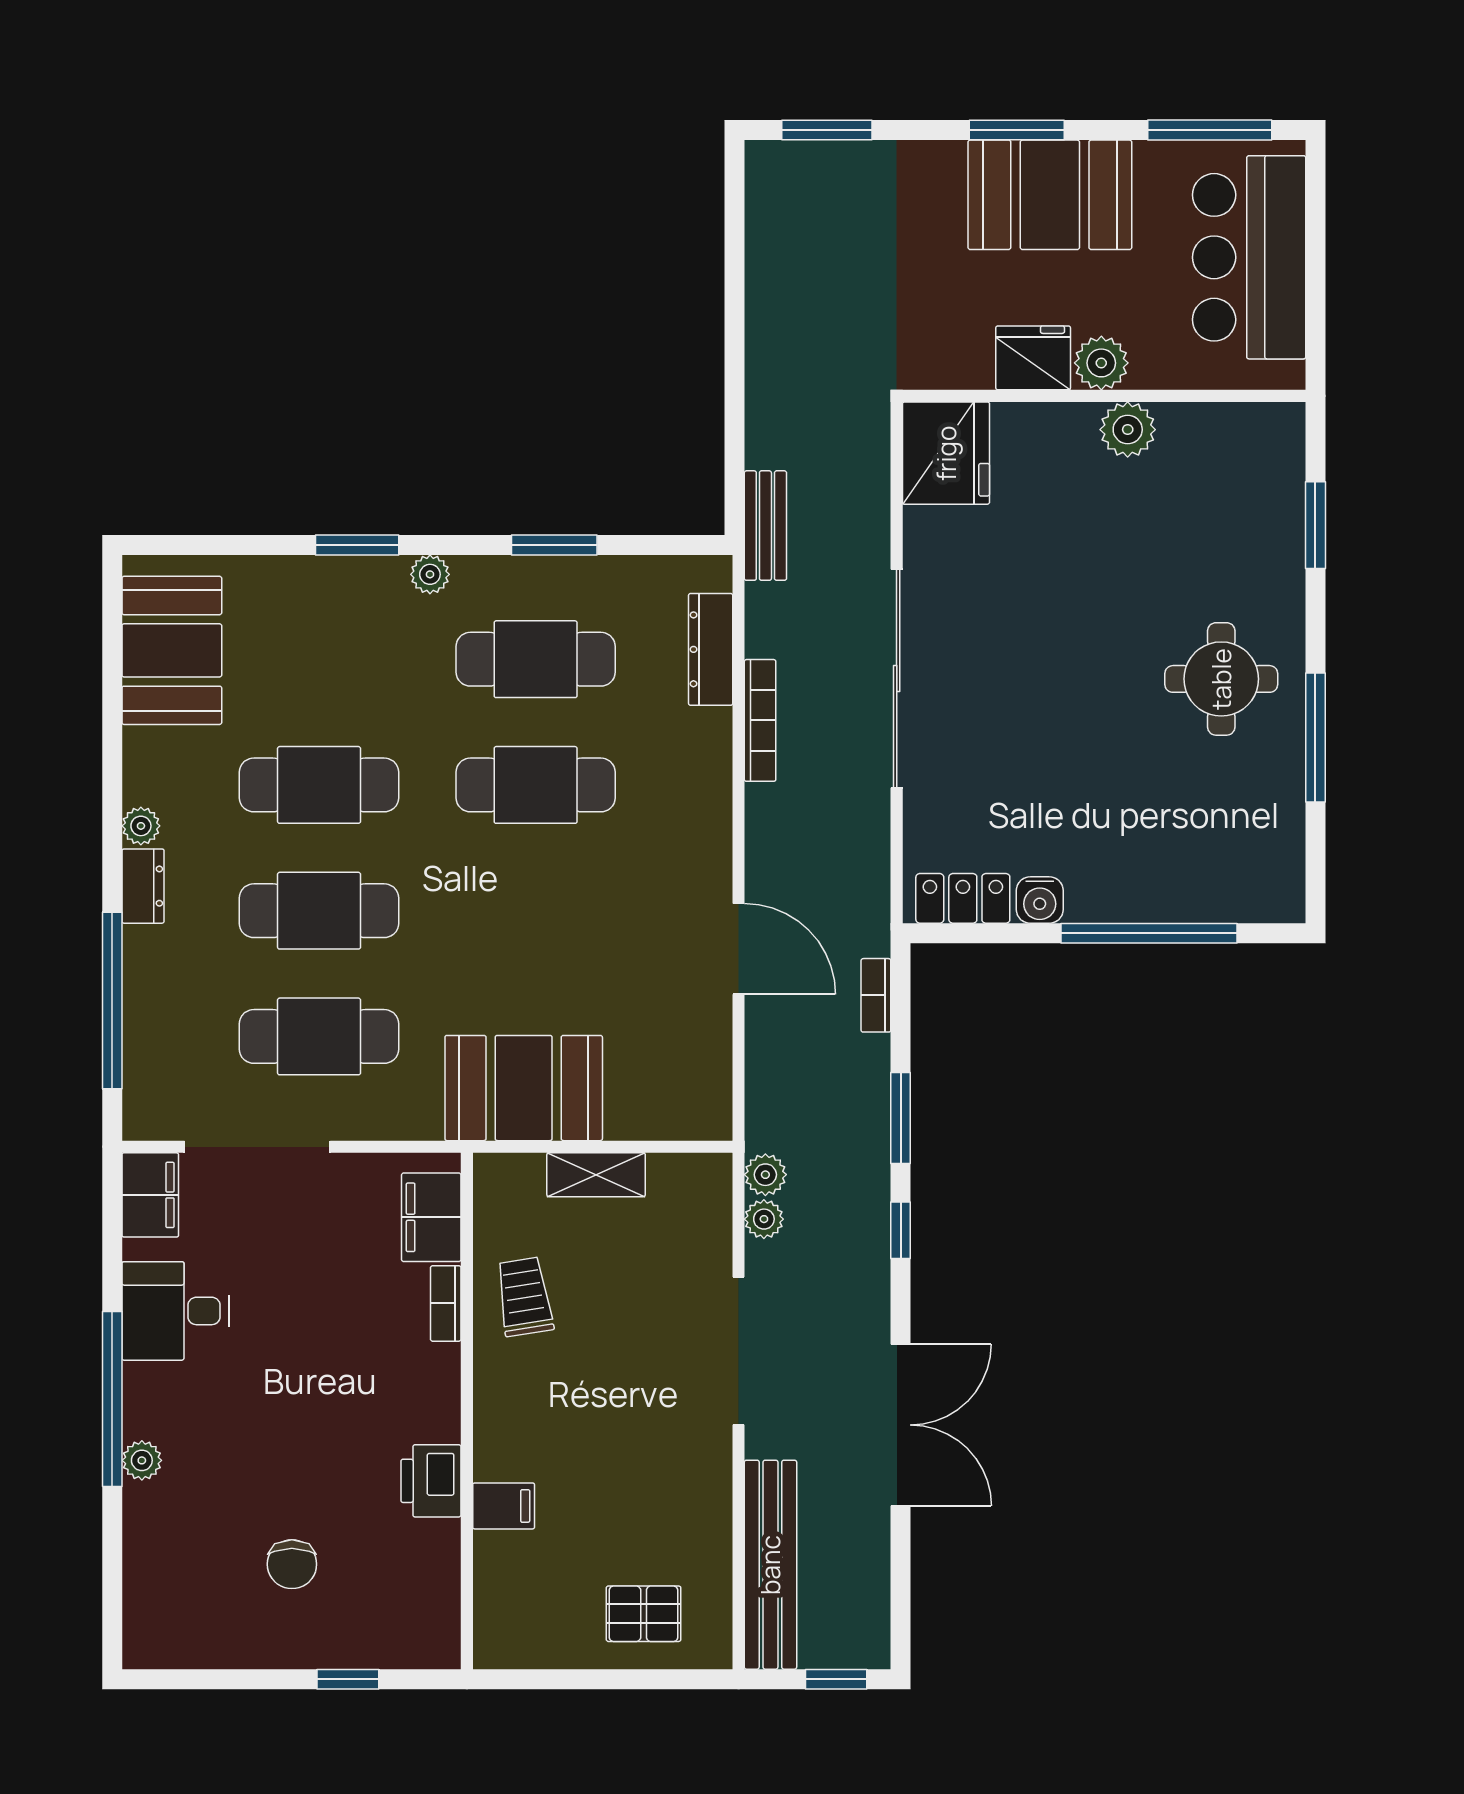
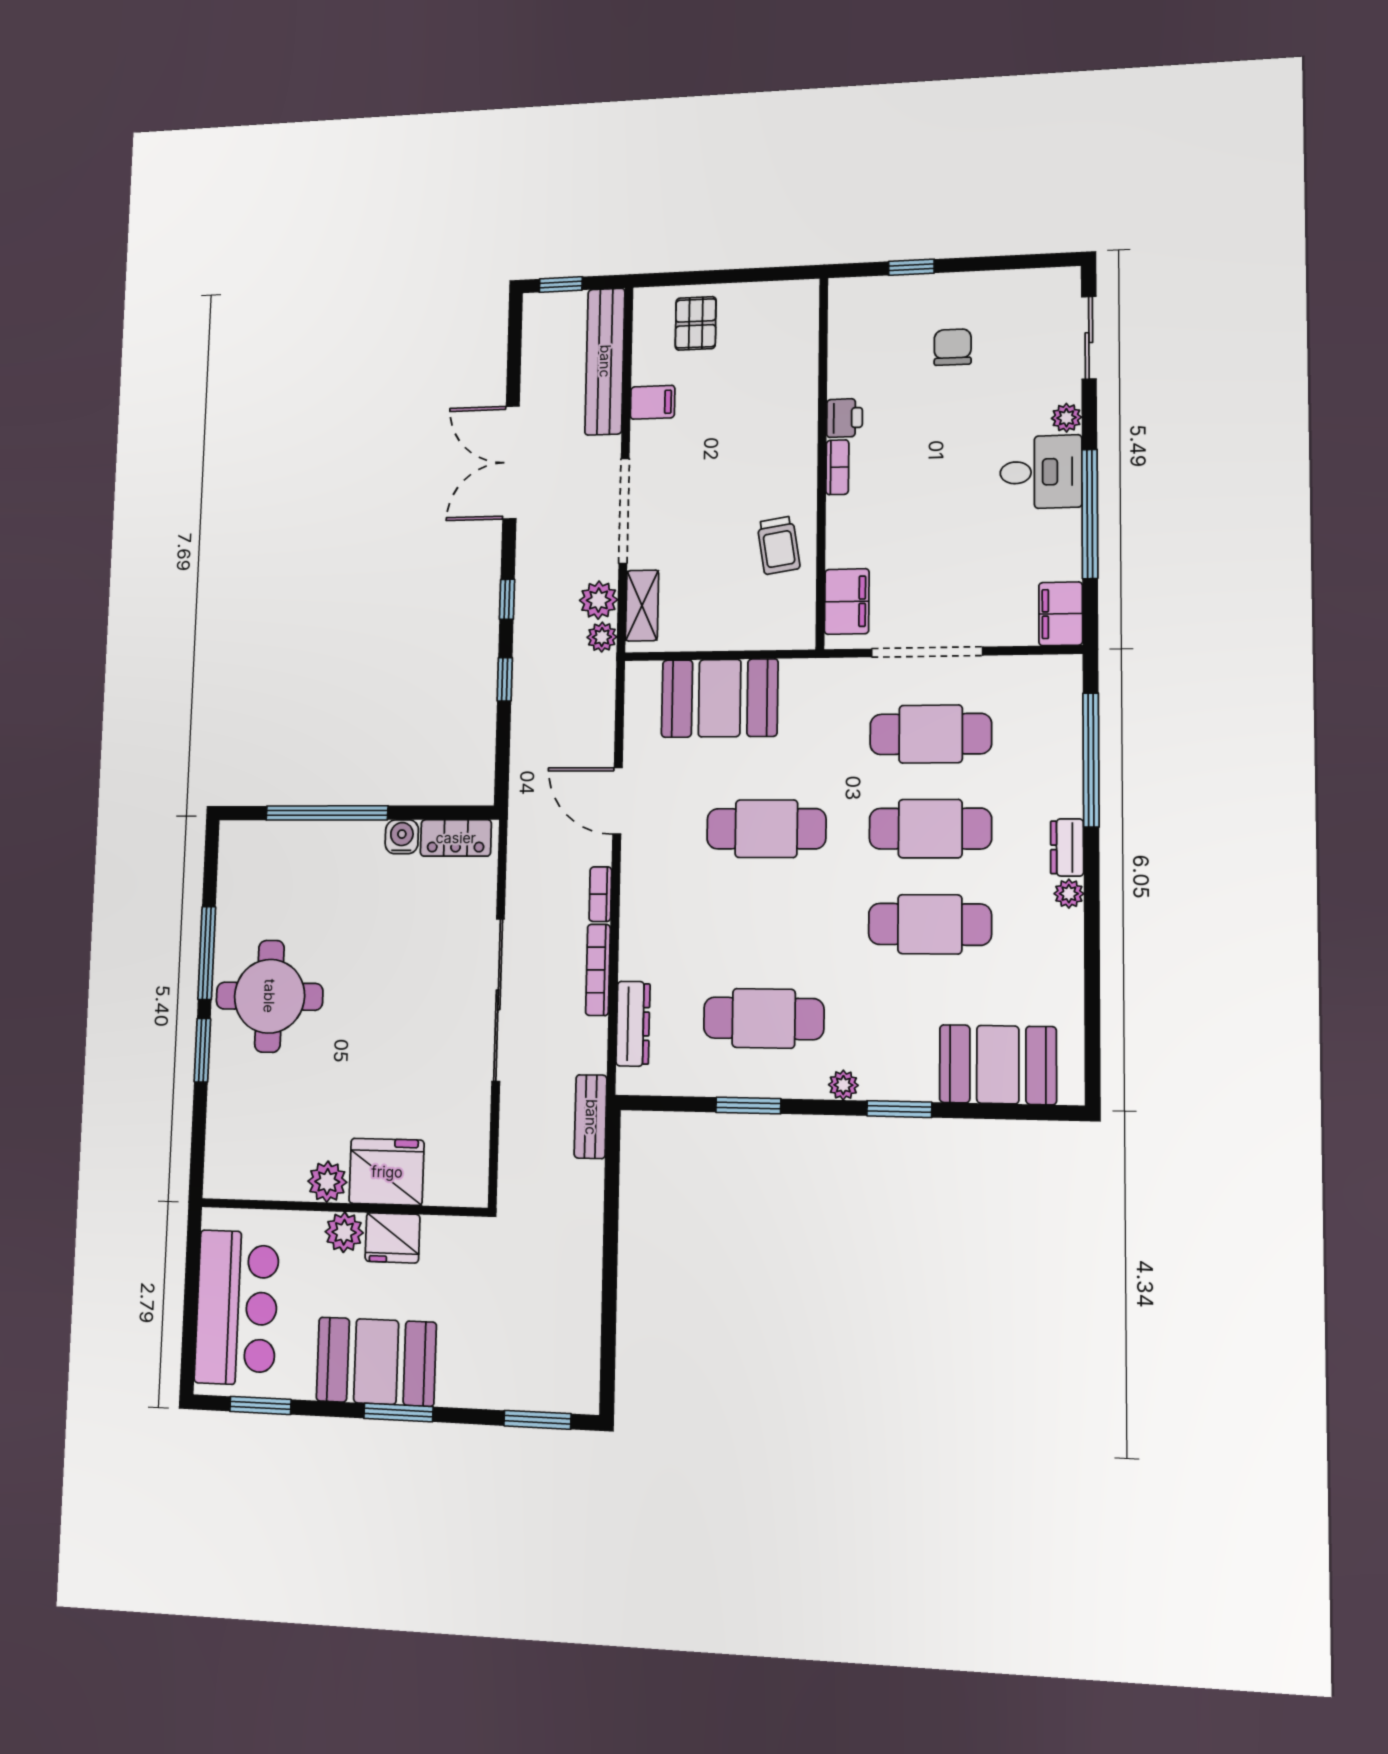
window: (1210, 130) -> (260, 1405), width x0.69
fridge: (946, 453) -> (387, 1172), moved, turned 90
window: (1315, 525) -> (202, 1050), moved
booth: (172, 650) -> (998, 1065), moved, turned 90
round table: (1221, 679) -> (269, 996), width x1.36, depth x1.36
cafe table: (536, 785) -> (766, 829), moved
bookcase: (876, 995) -> (600, 894), moved, turned 180
booth: (524, 1088) -> (720, 698), moved
window: (901, 1118) -> (505, 679), width x0.67
doorway: (257, 1147) -> (927, 652), moved
shelving: (596, 1175) -> (642, 606), moved, turned 90
plant: (764, 1219) -> (599, 600), width x1.38, depth x1.38
bookcase: (446, 1303) -> (837, 467), moved
desk: (175, 1311) -> (1041, 472), moved
window: (112, 1399) -> (1090, 514), moved
printer: (431, 1481) -> (844, 418), width x0.73, depth x0.81
filing cabinet: (504, 1506) -> (653, 402), moved, turned 180
sliding door: (112, 1569) -> (1089, 338), added
pallet: (644, 1614) -> (696, 323), turned 90

